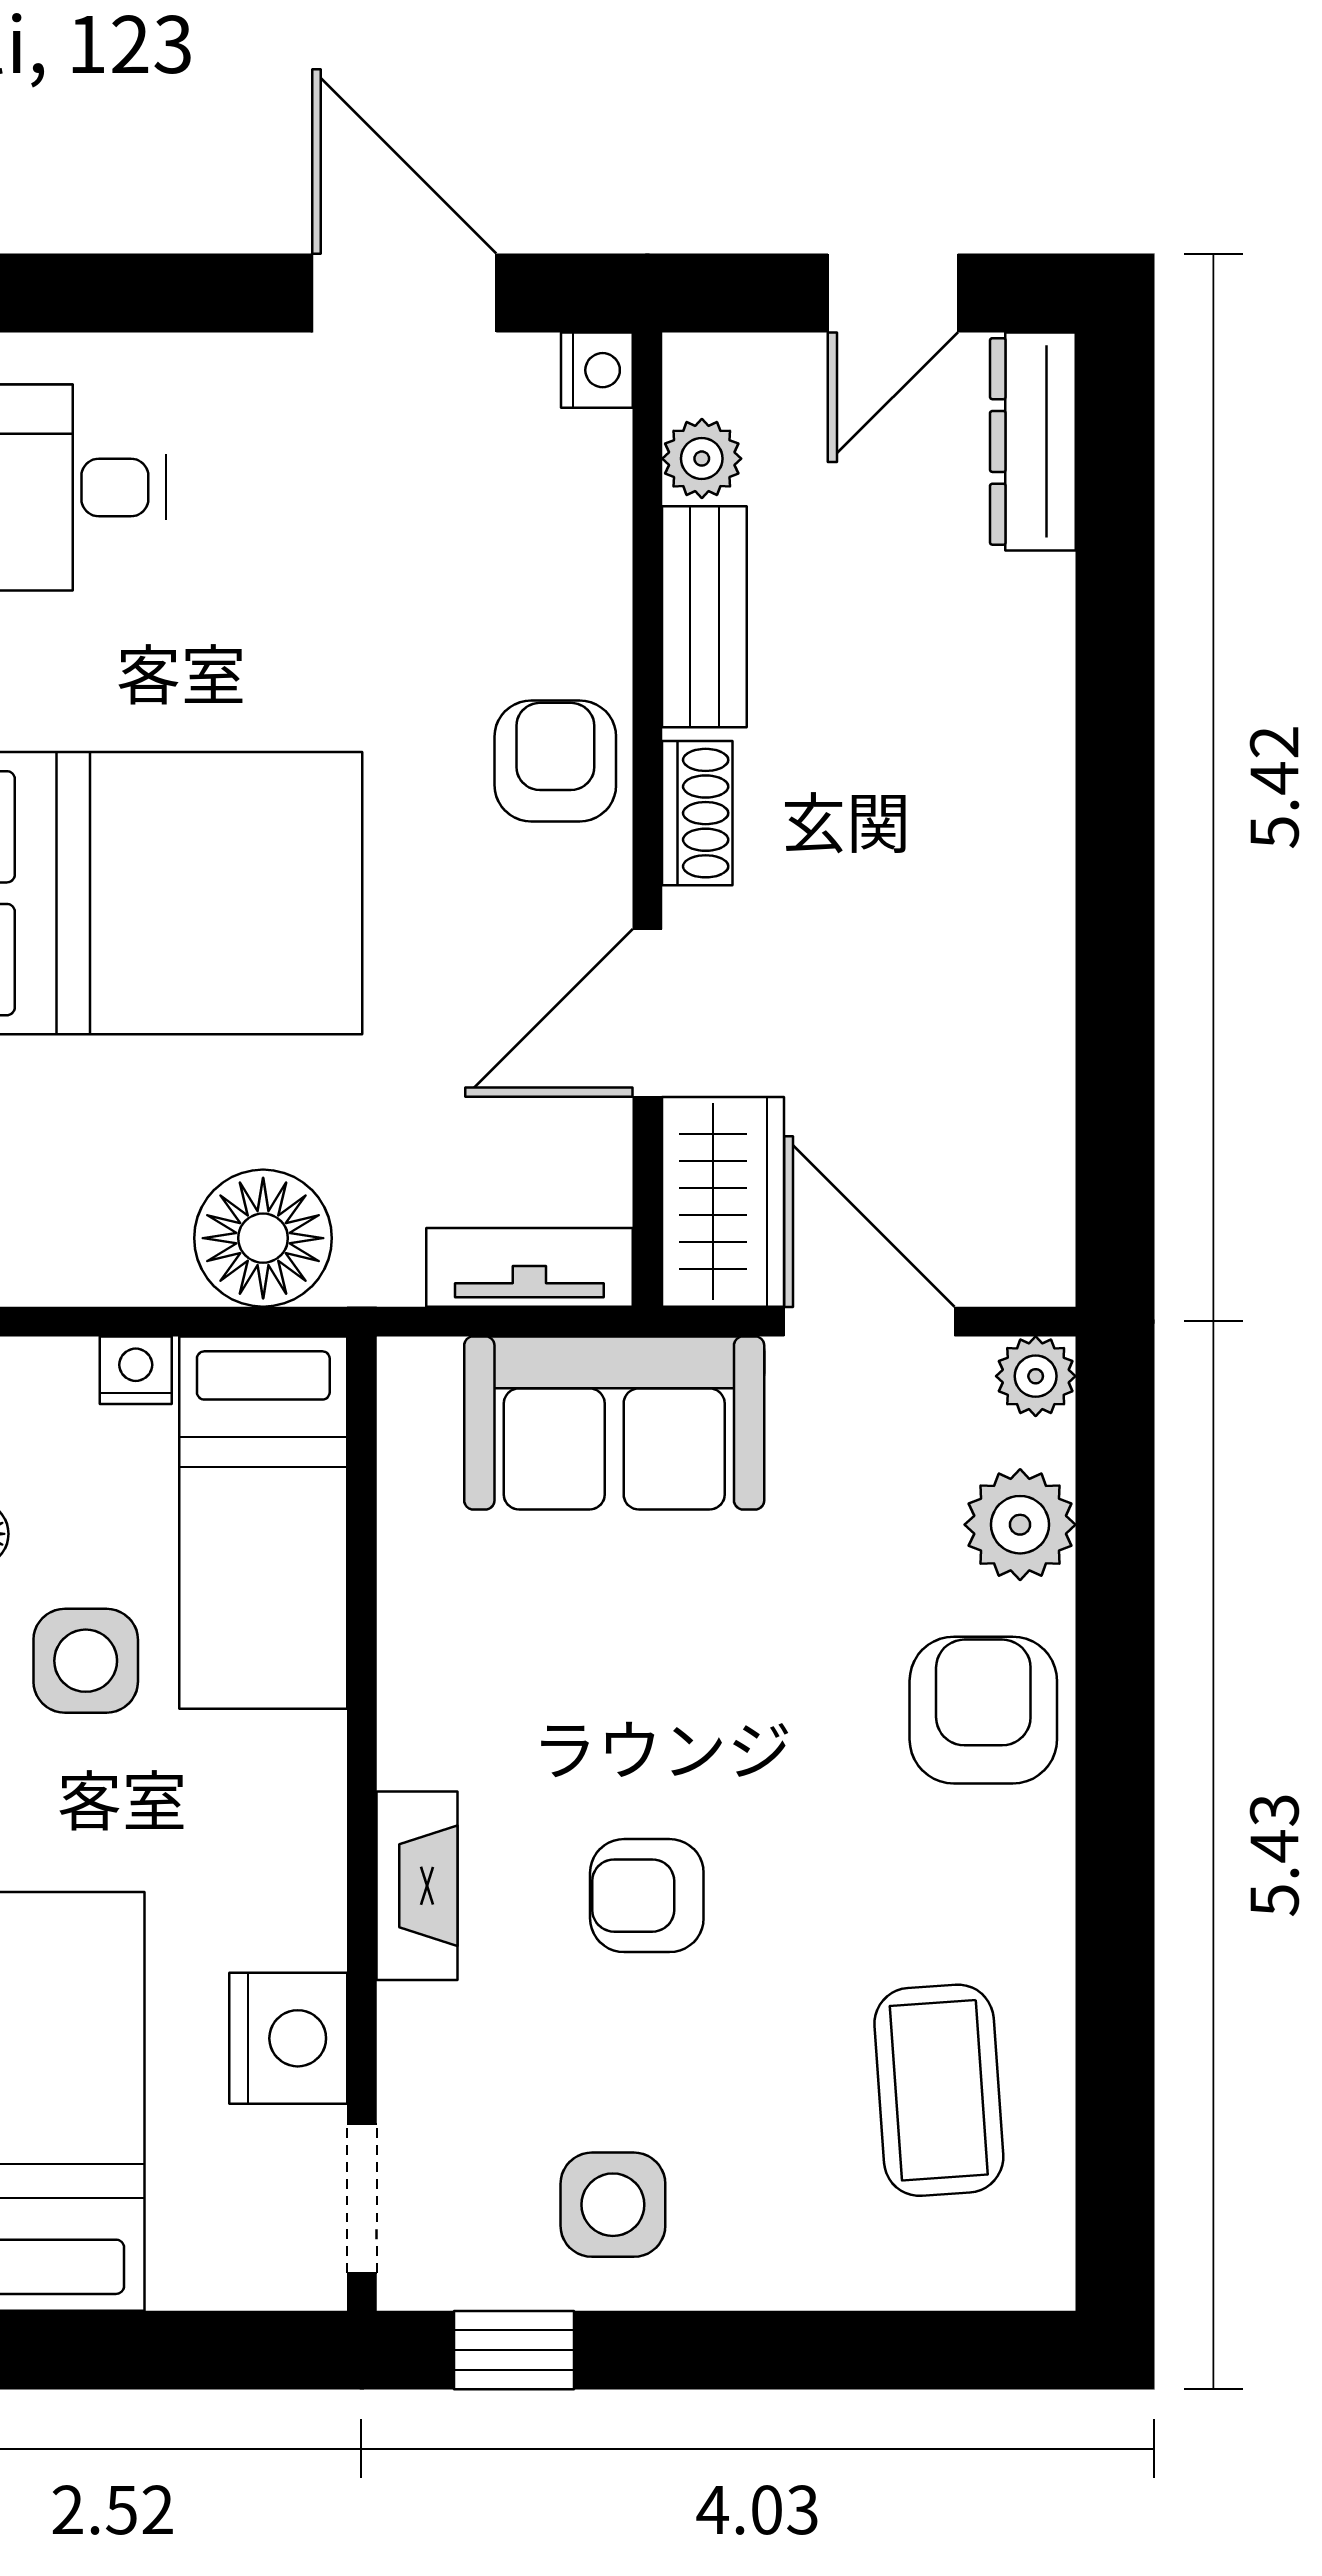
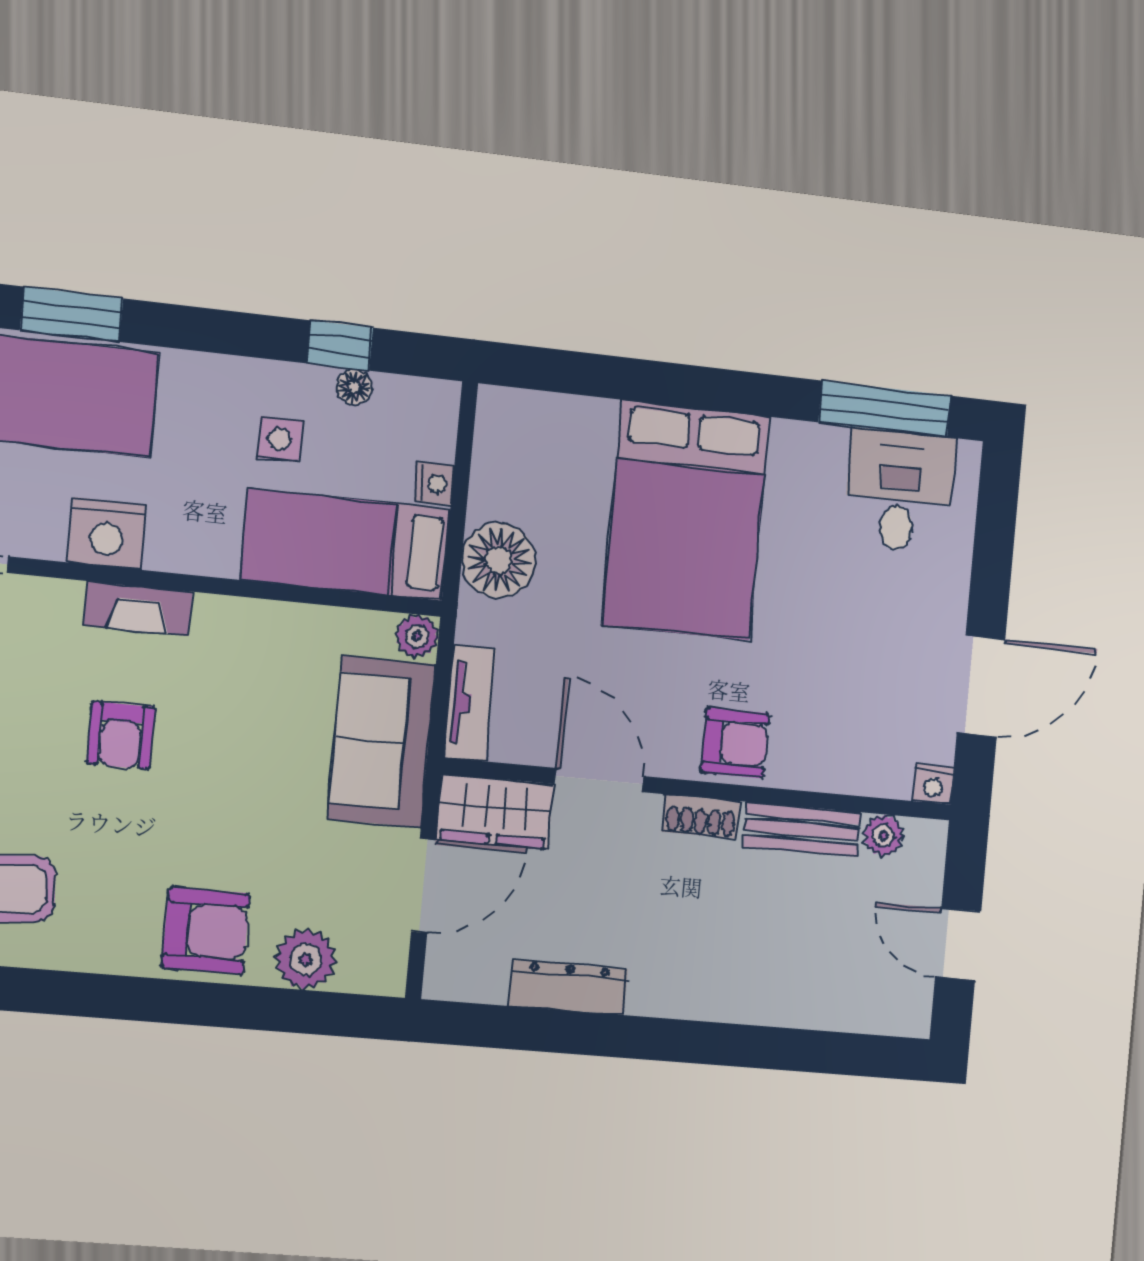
dresser: (1033, 441) -> (568, 987), moved
plant: (1036, 1376) -> (417, 636), moved
side table: (86, 1661) -> (280, 439), width x0.73, depth x0.73
armchair: (647, 1896) -> (121, 735), turned 180
nightstand: (288, 2038) -> (107, 533), moved

